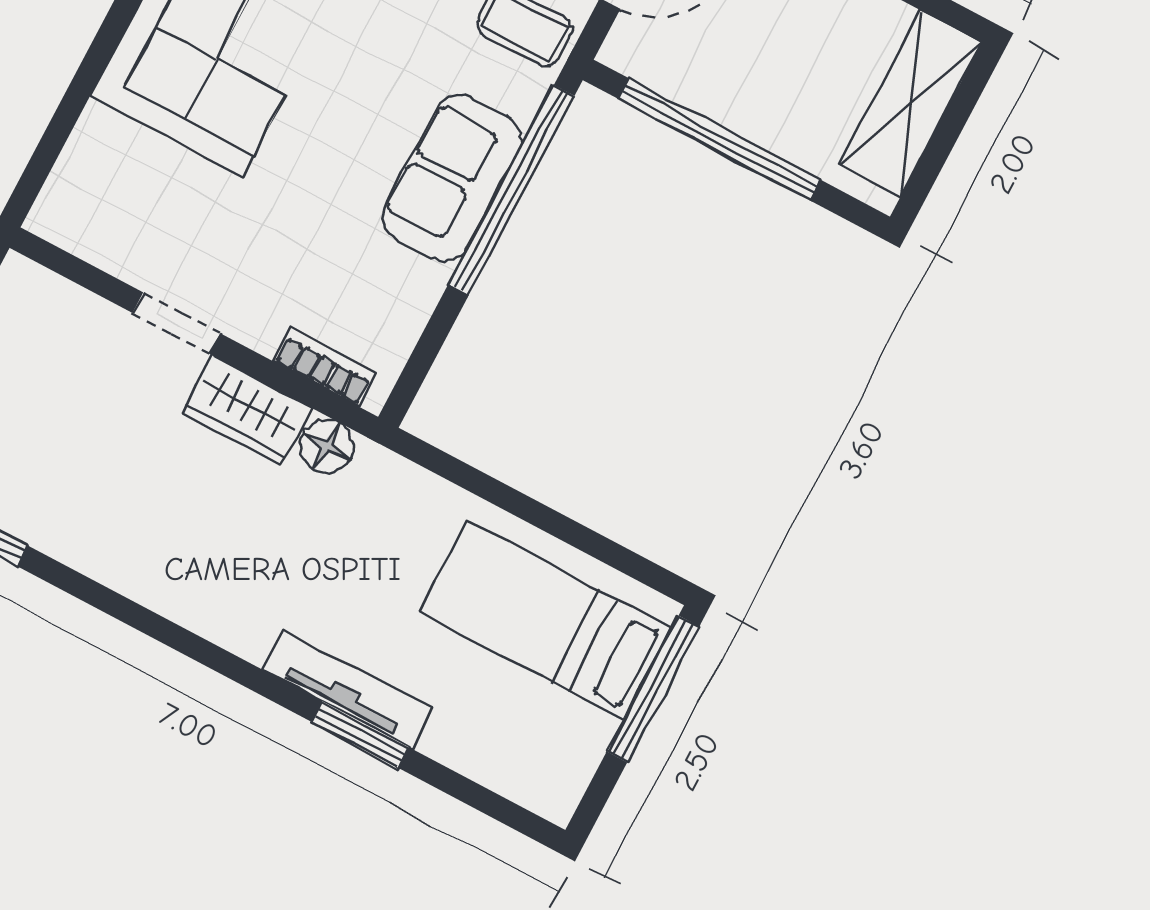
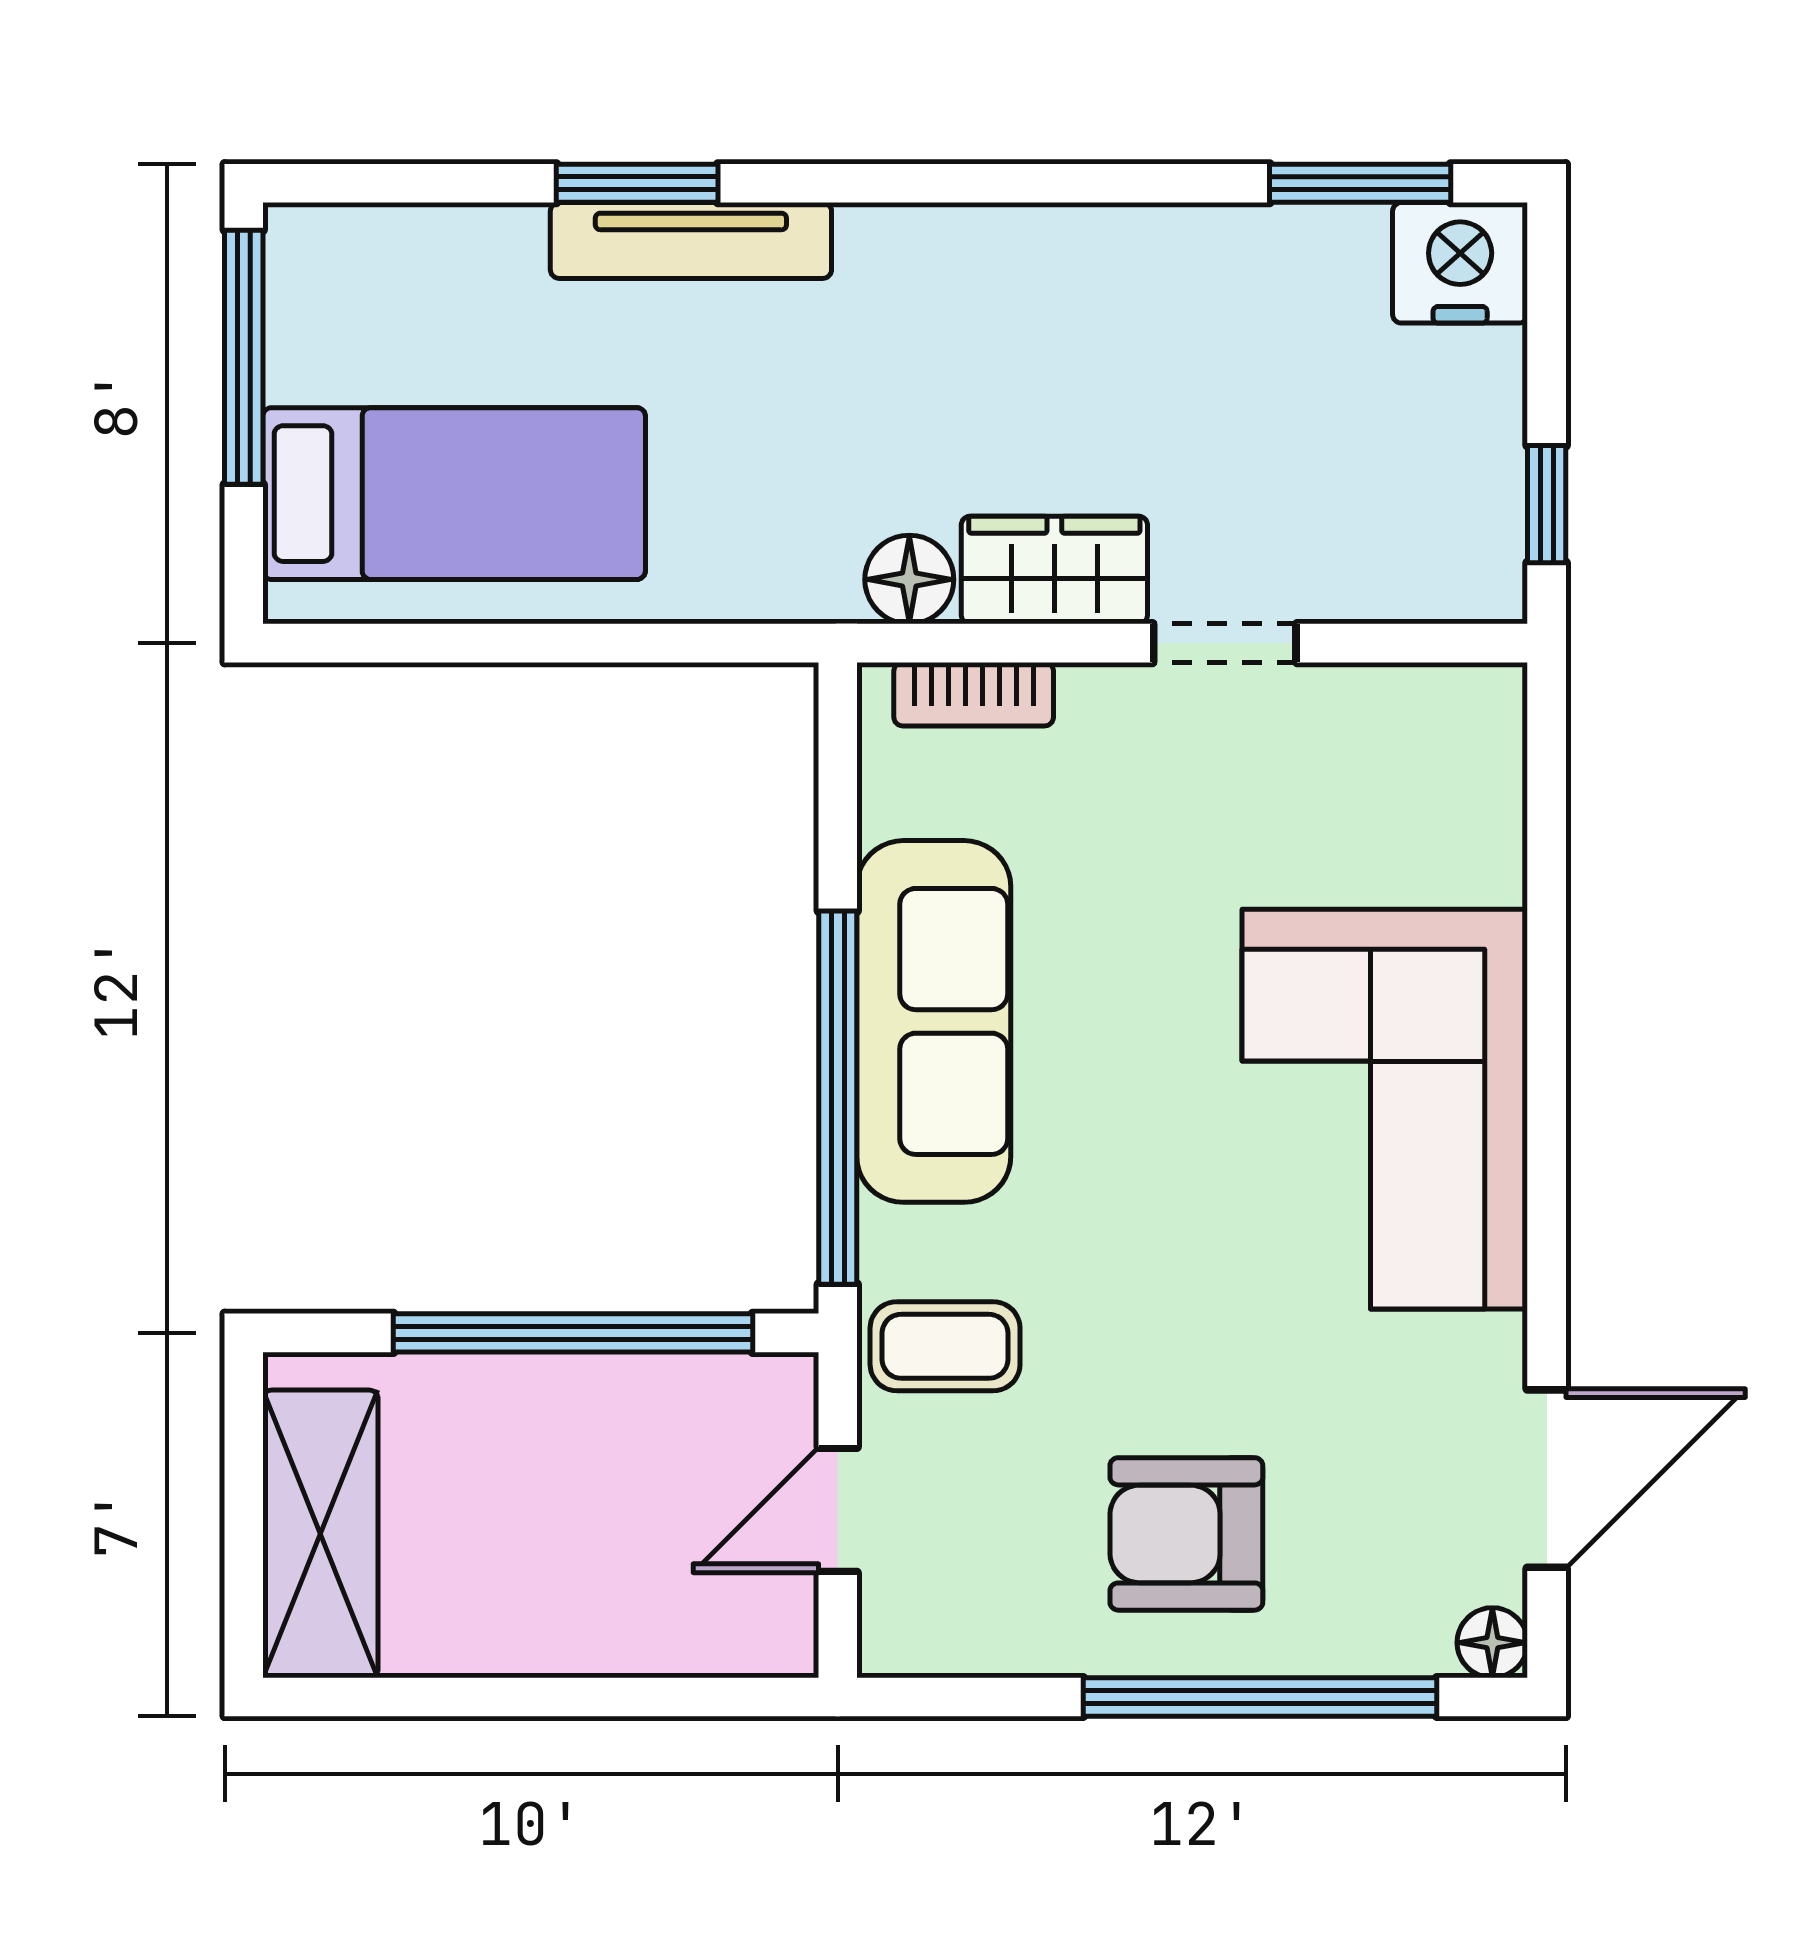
sofa: (452, 178) -> (934, 1021), width x1.36
window: (653, 689) -> (244, 357), moved

